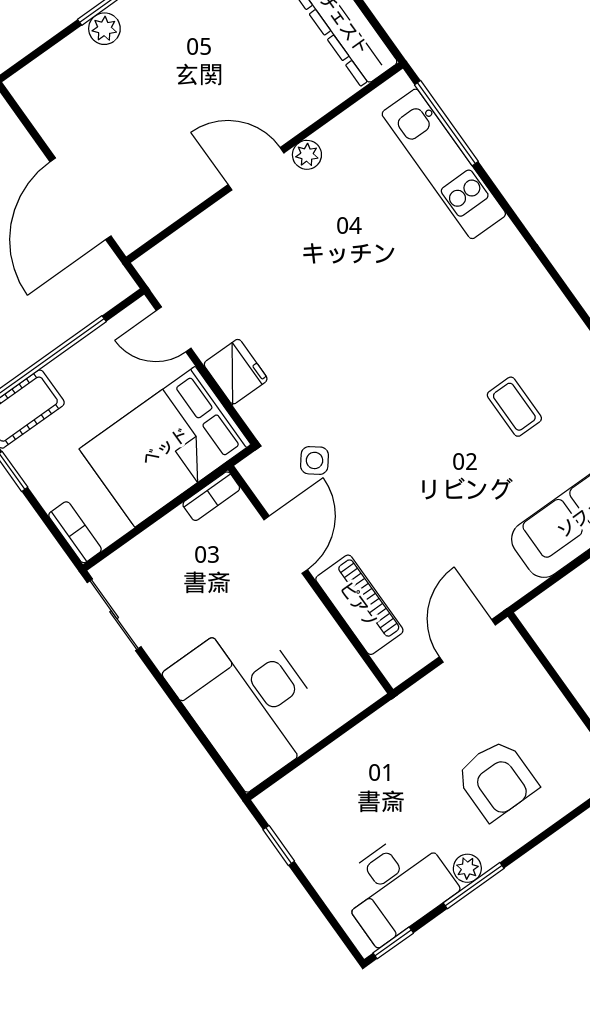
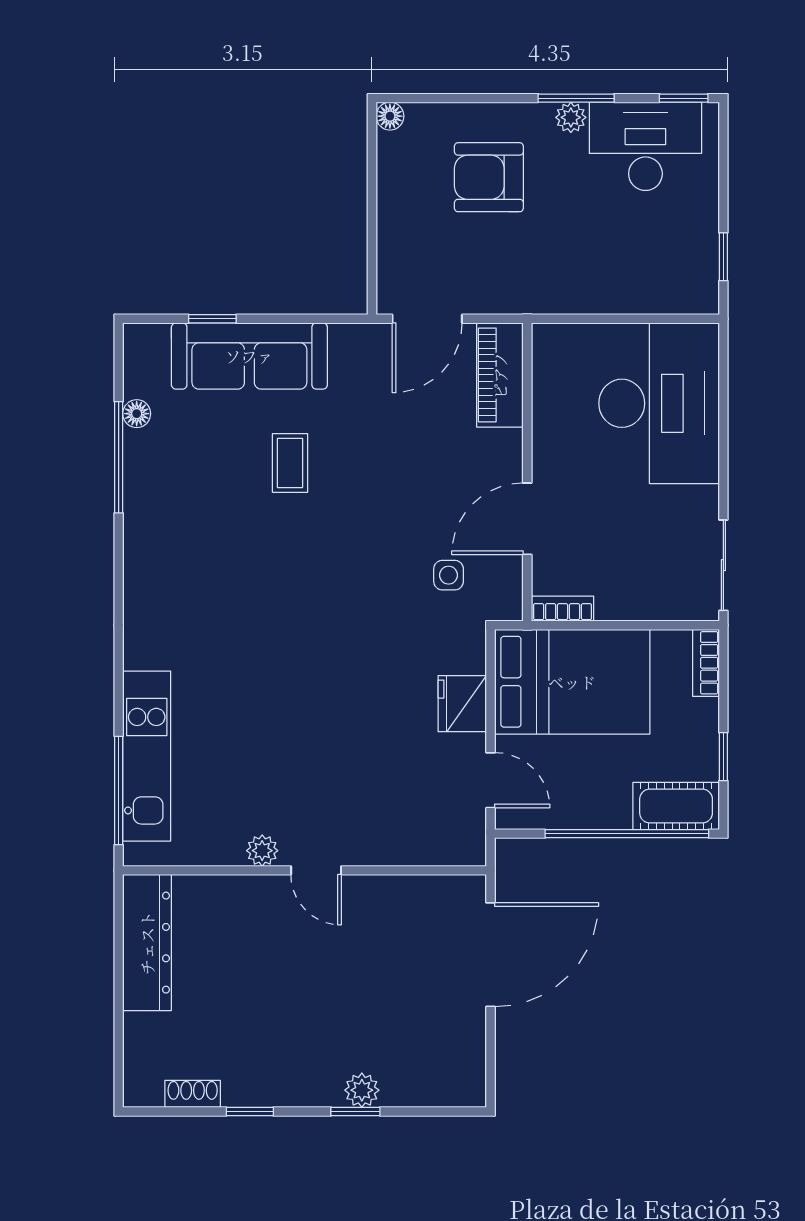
door: (256, 169) -> (316, 870), width x0.73
coffee table: (514, 407) -> (290, 463), moved
side table: (314, 460) -> (449, 575), turned -38
piano: (359, 605) -> (500, 375), moved
armchair: (497, 780) -> (489, 177), turned -90

